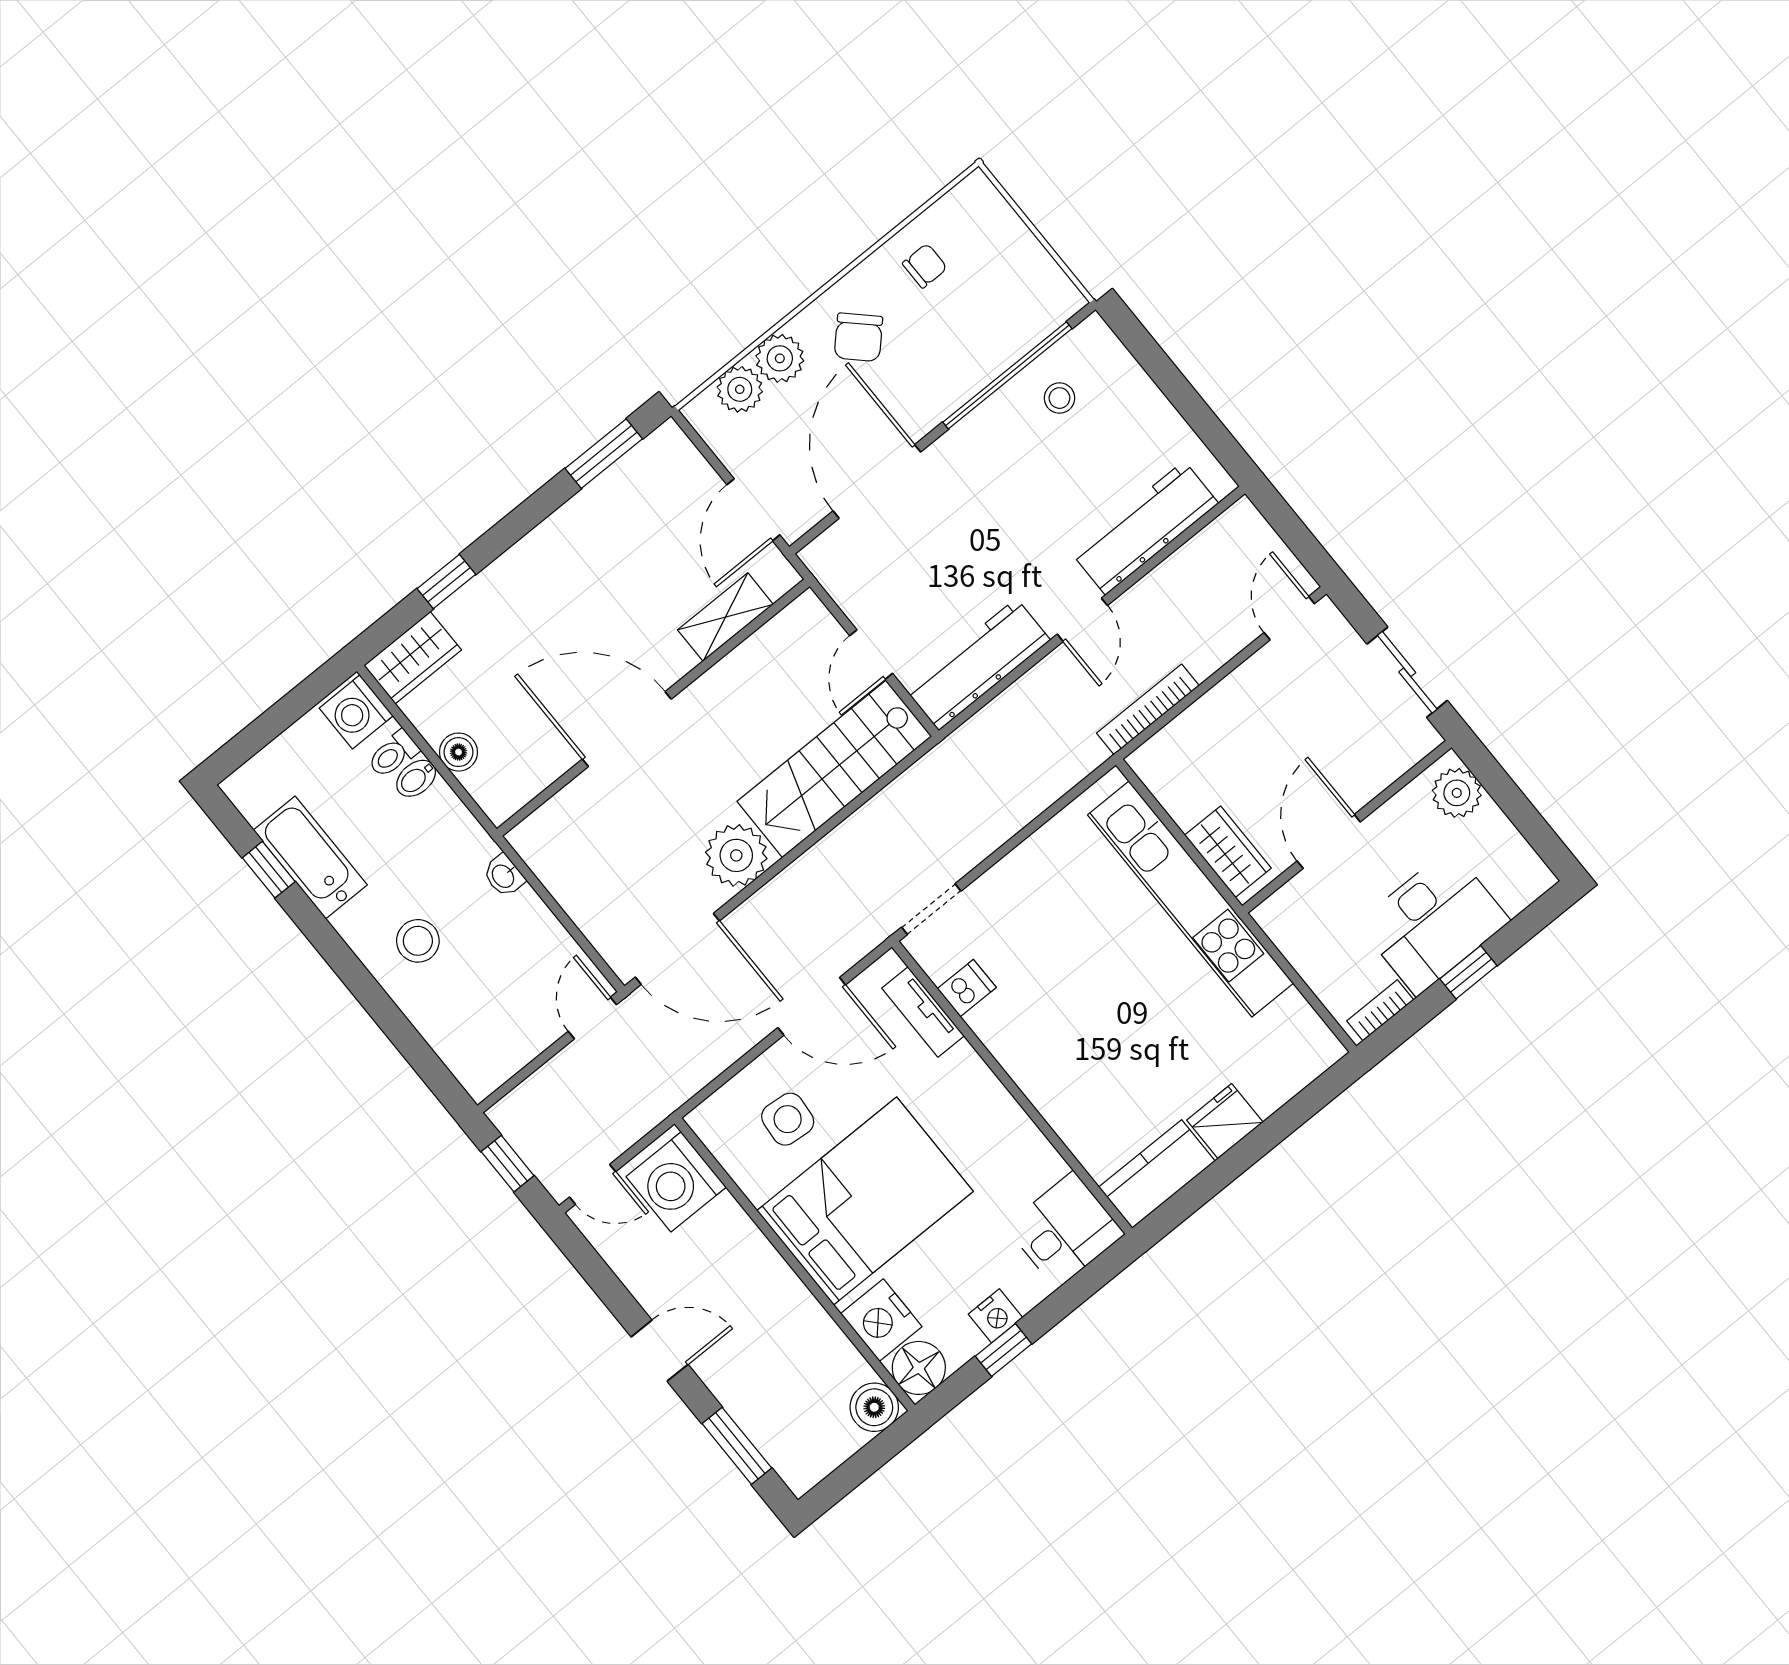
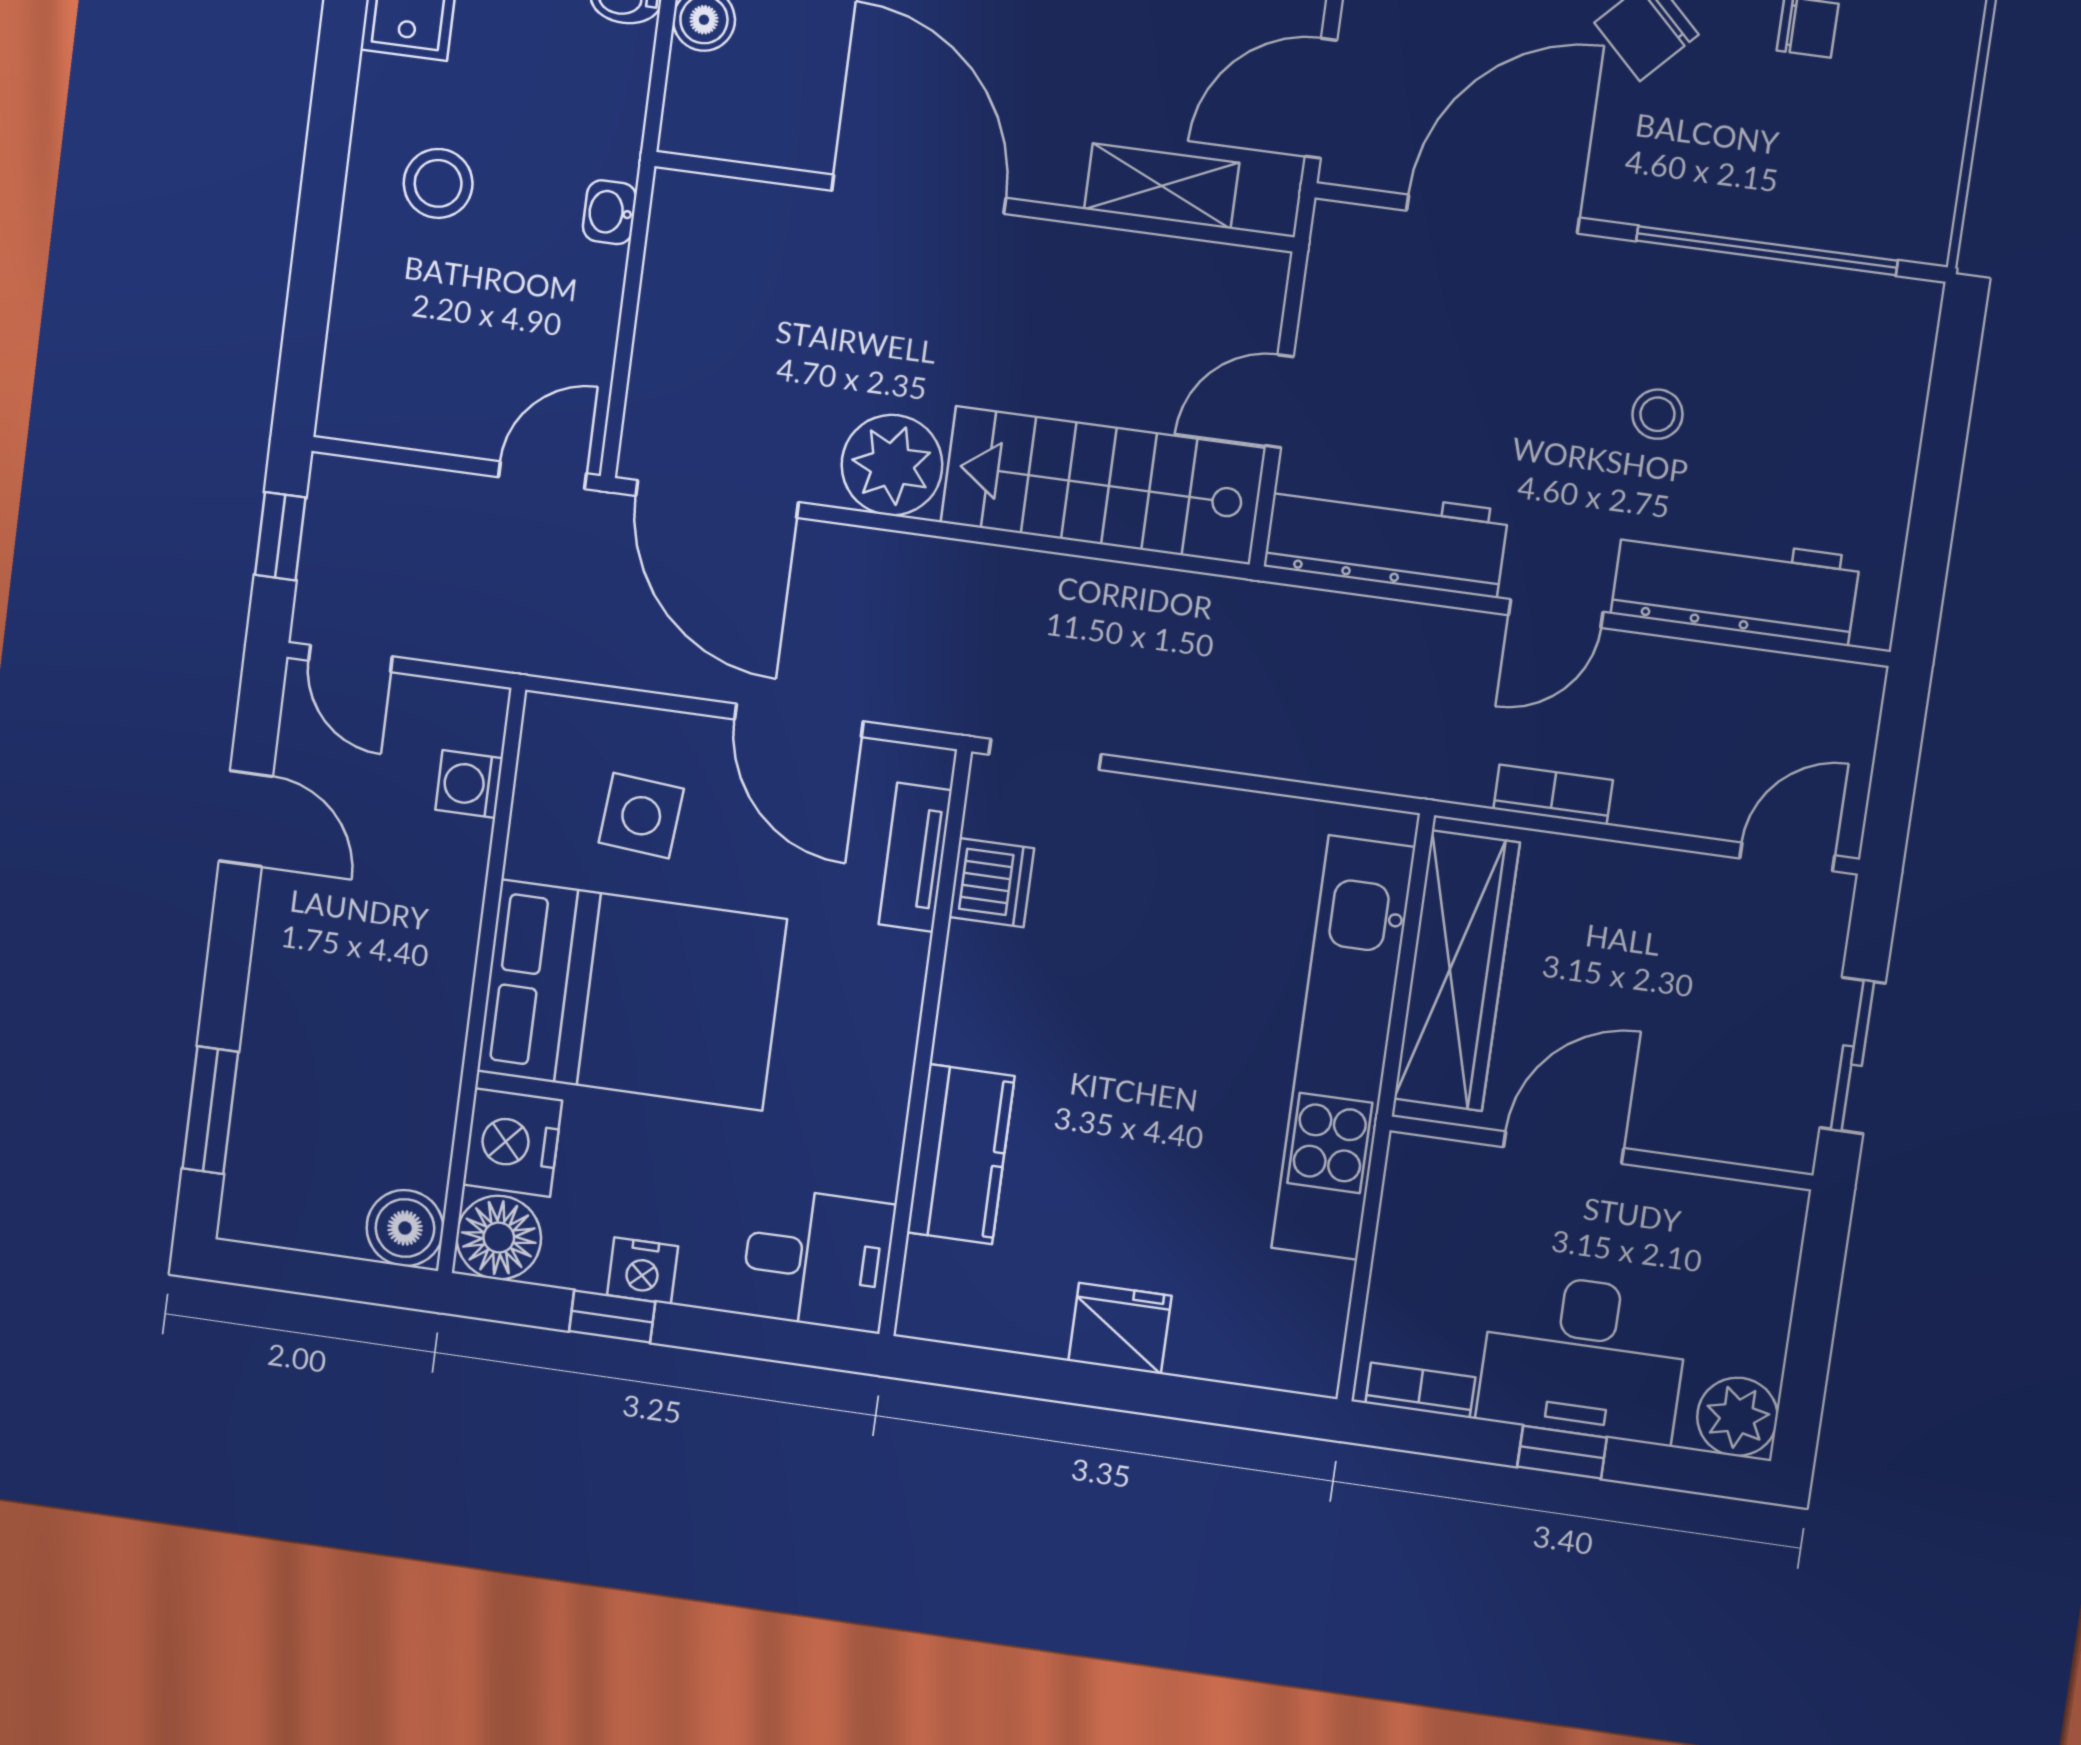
stool: (1059, 398) -> (1657, 414), moved
bookcase: (1148, 709) -> (1553, 795), width x0.64
plant: (1457, 793) -> (1737, 1417), moved
wardrobe: (1228, 852) -> (1457, 971), width x2.10, depth x1.17
dishwasher: (967, 988) -> (992, 883), width x1.38
kitchen counter: (1157, 1174) -> (961, 1154), moved, turned 90
washing machine: (676, 1182) -> (469, 784), width x0.53, depth x0.53
door: (660, 1351) -> (246, 819), moved

